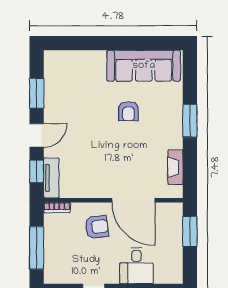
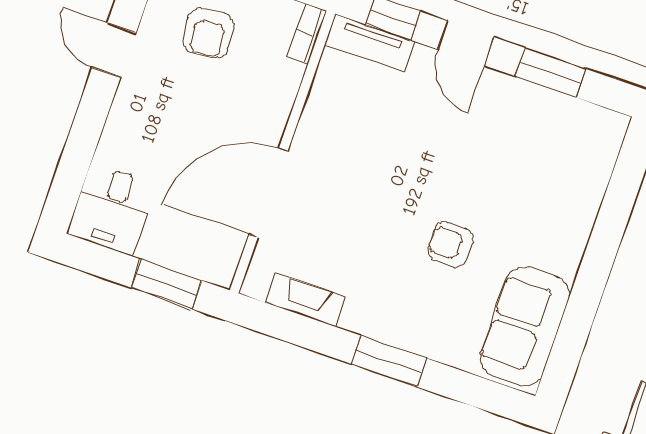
sofa: (144, 66) -> (525, 326), width x0.73
armchair: (97, 227) -> (208, 33), moved
desk: (136, 266) -> (112, 209), moved, turned -90

